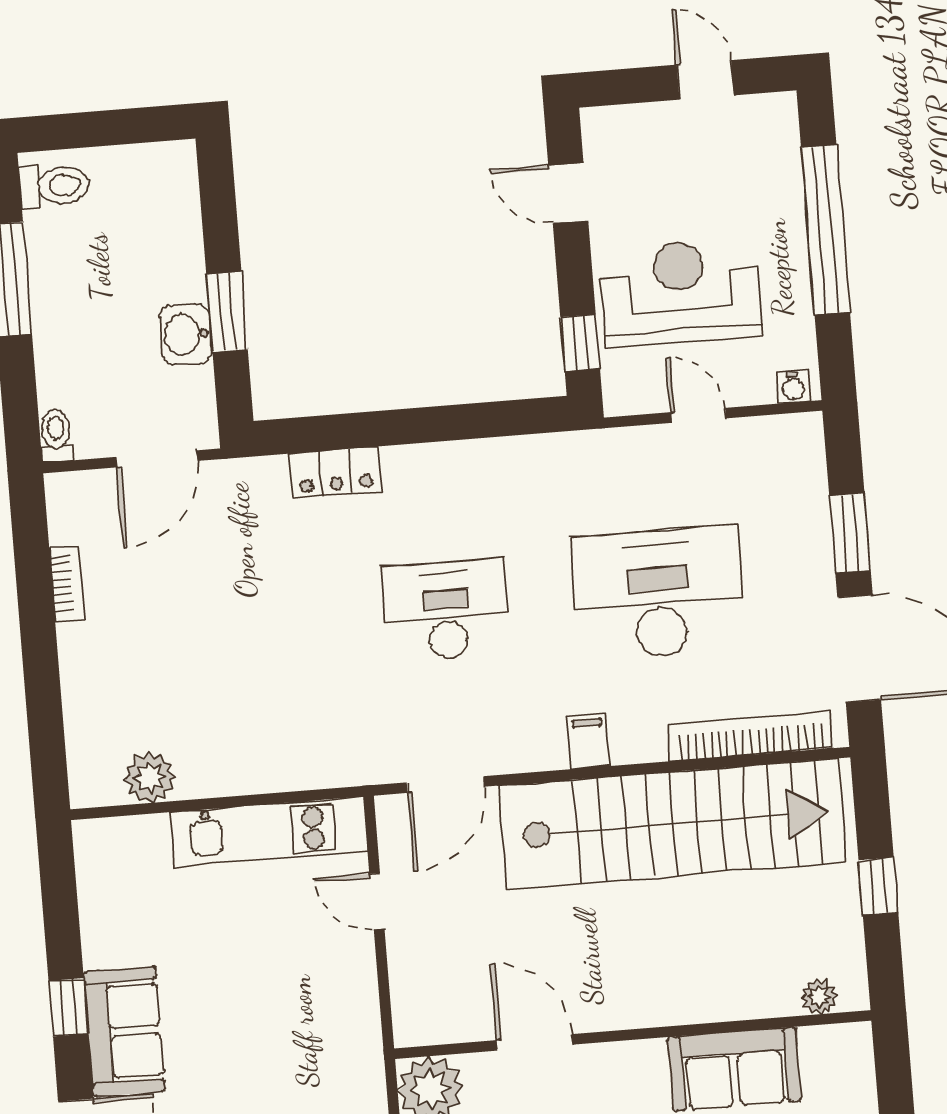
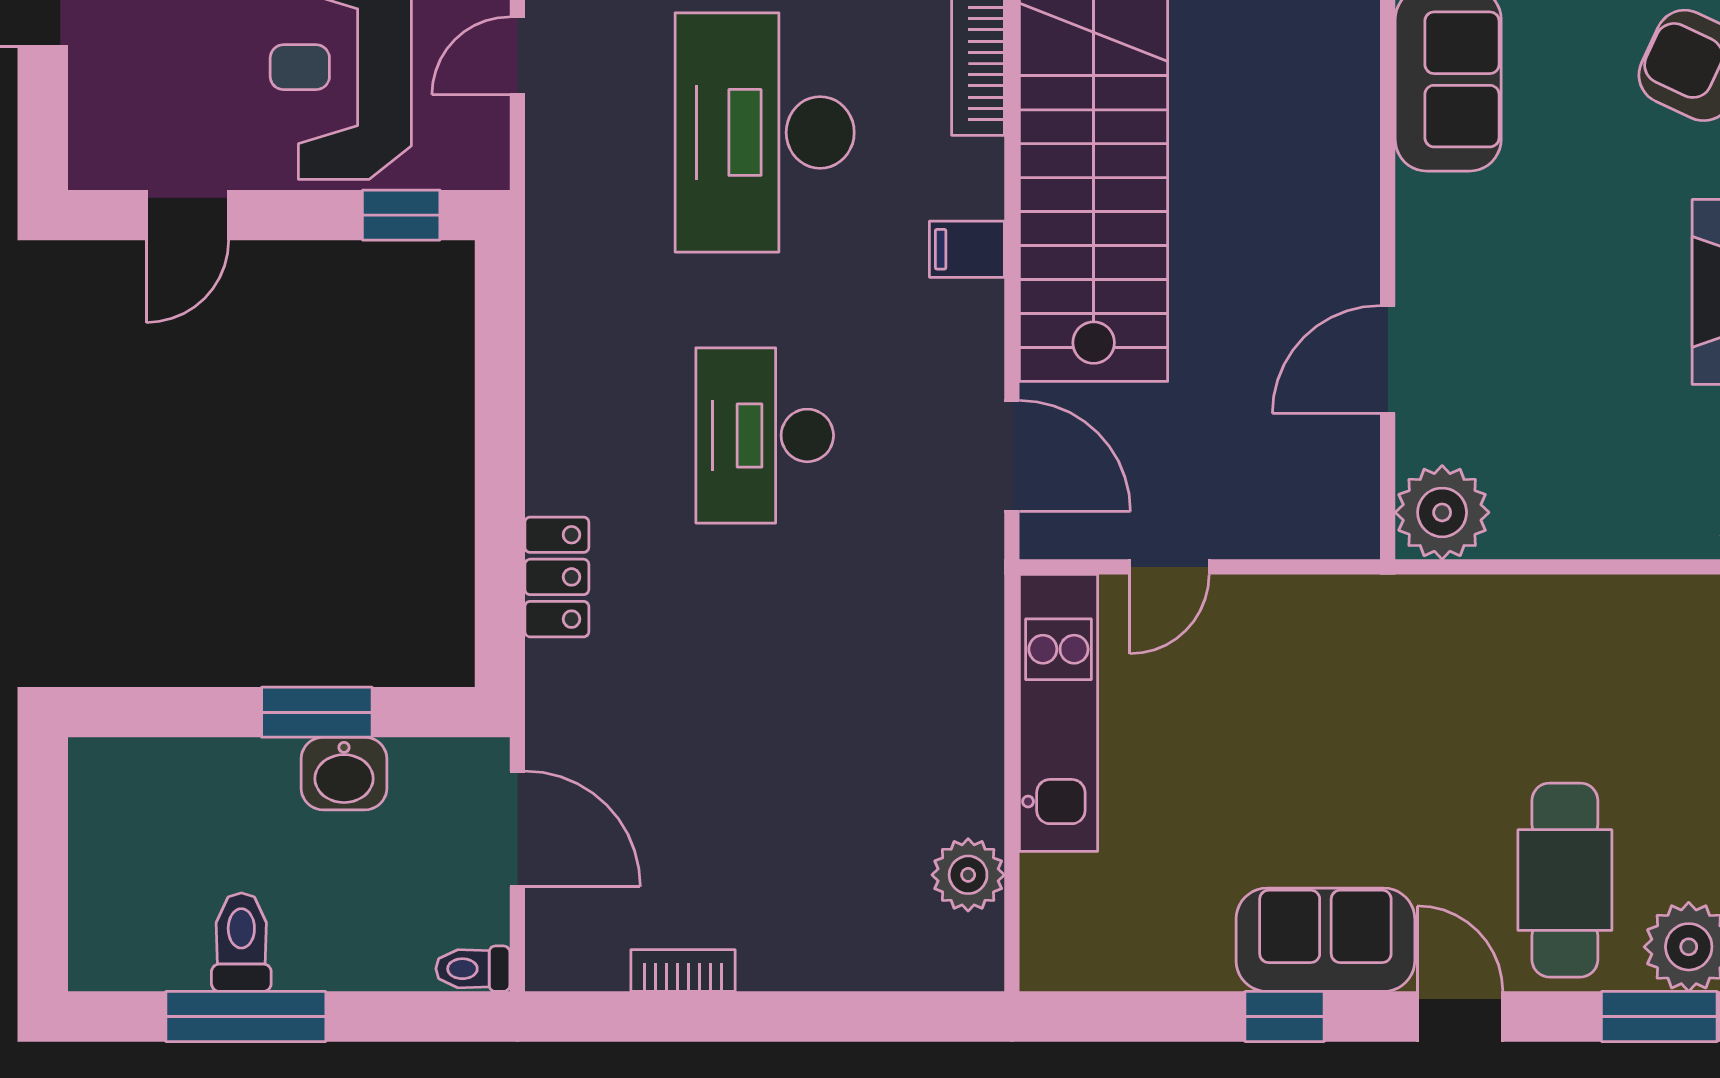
toilet: (55, 186) -> (241, 942), moved

